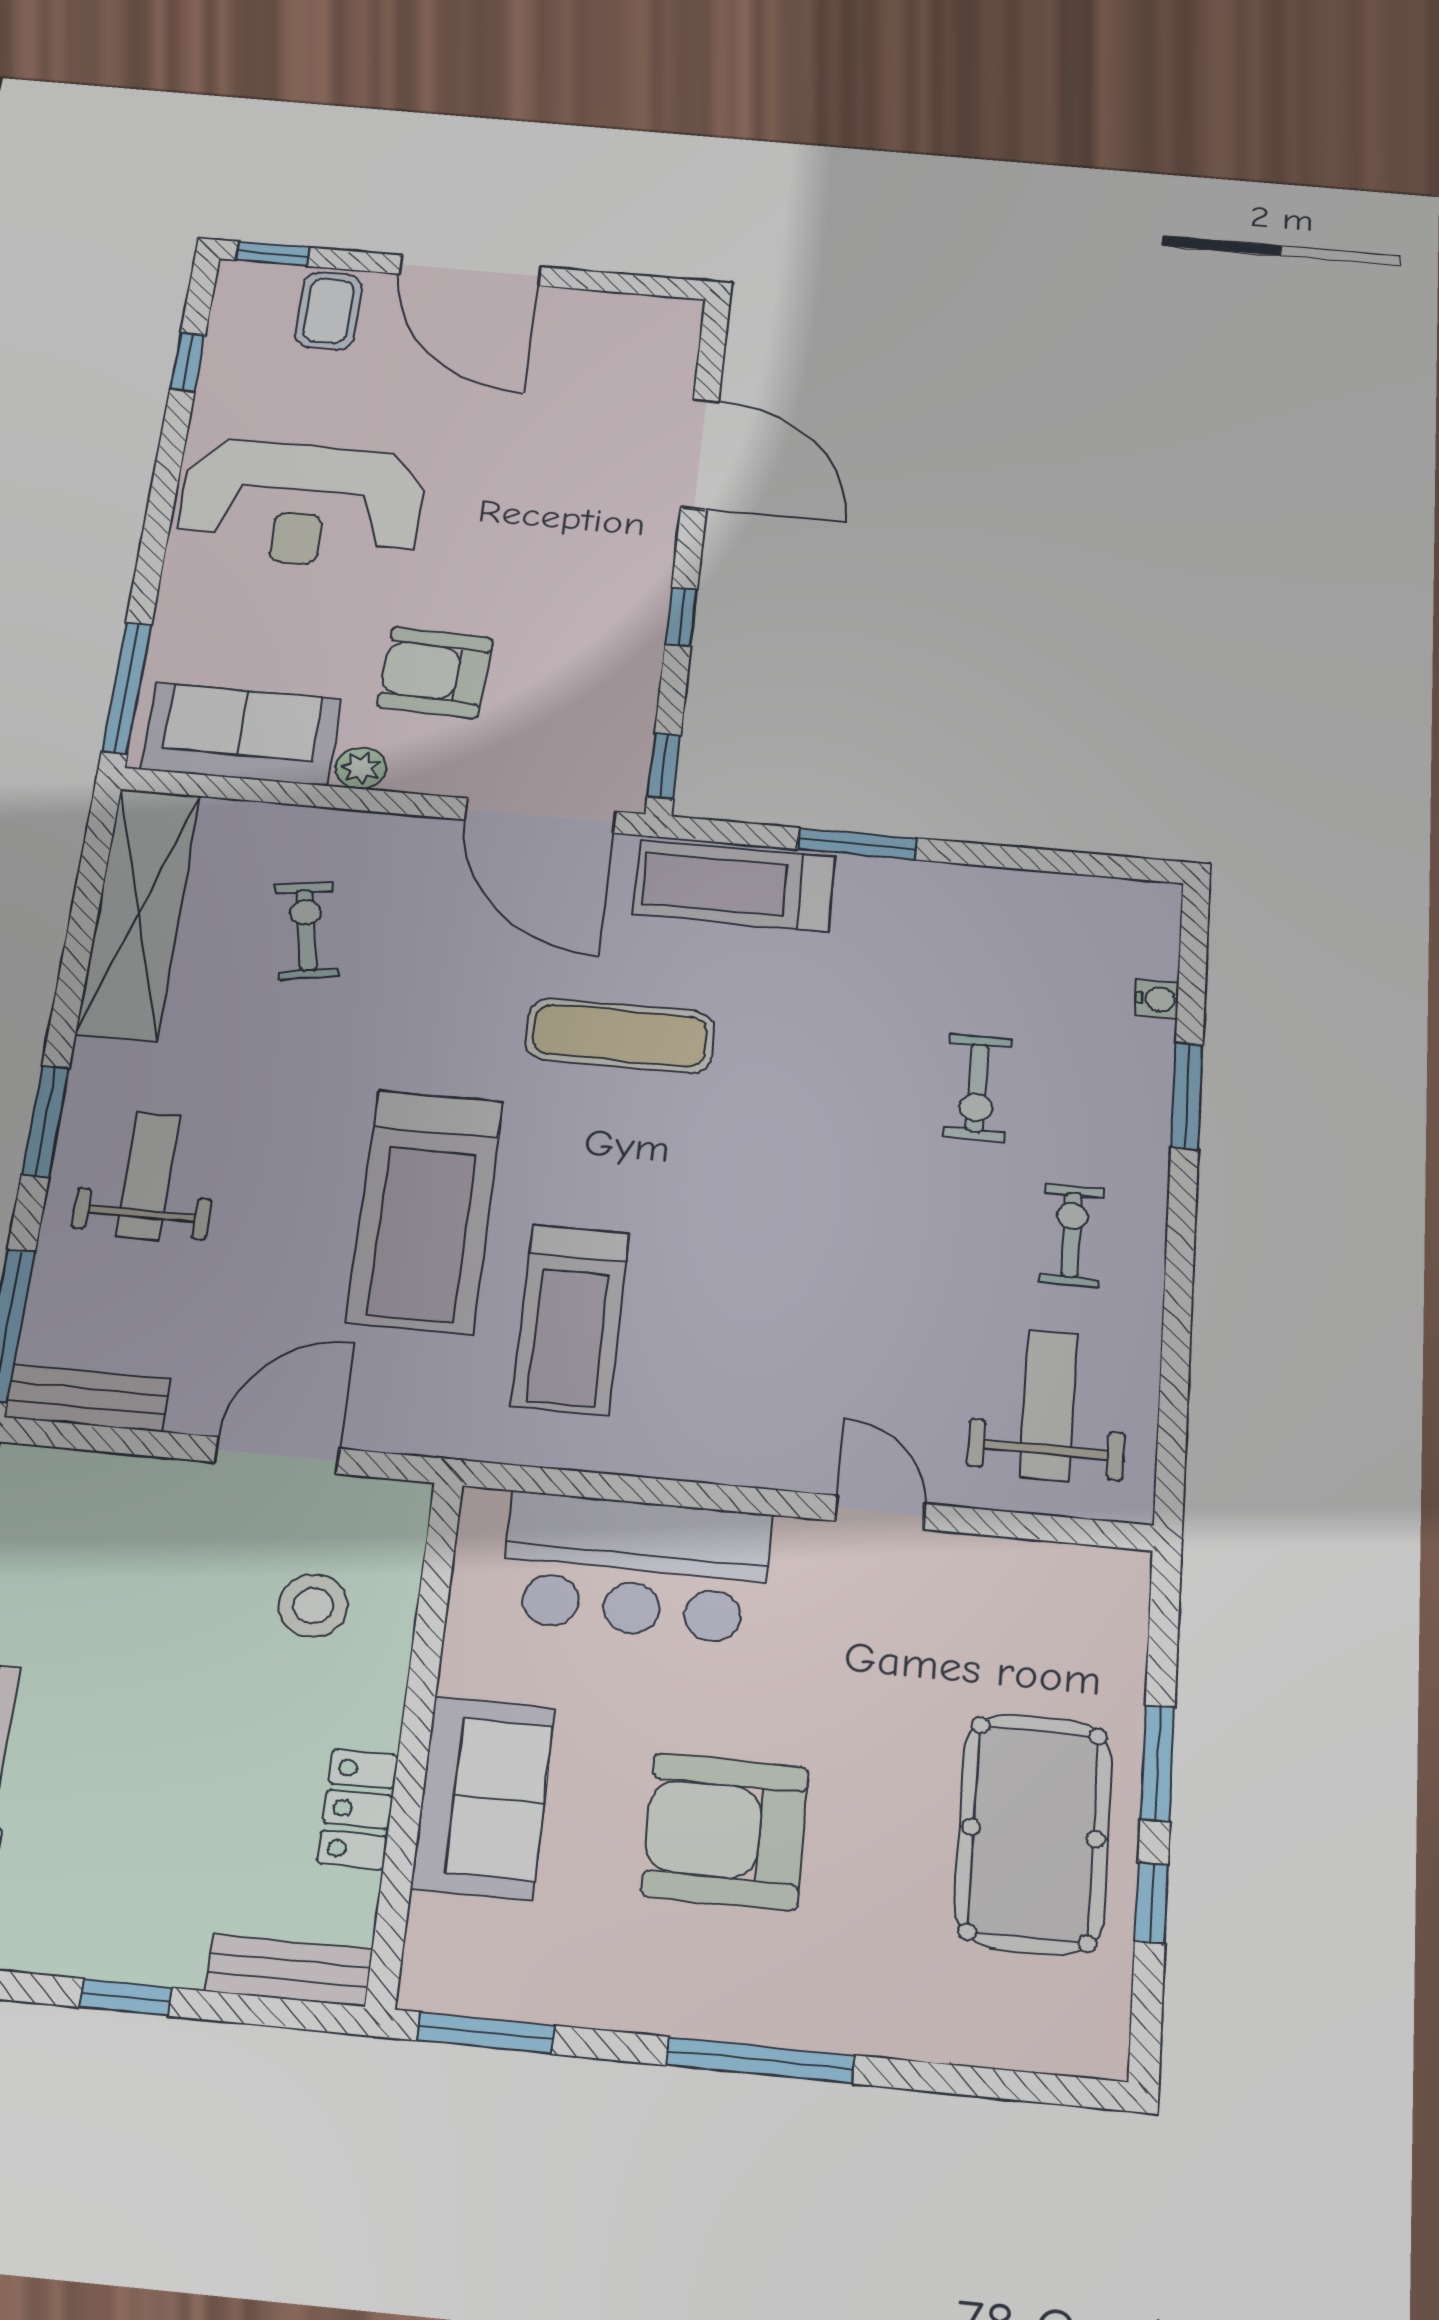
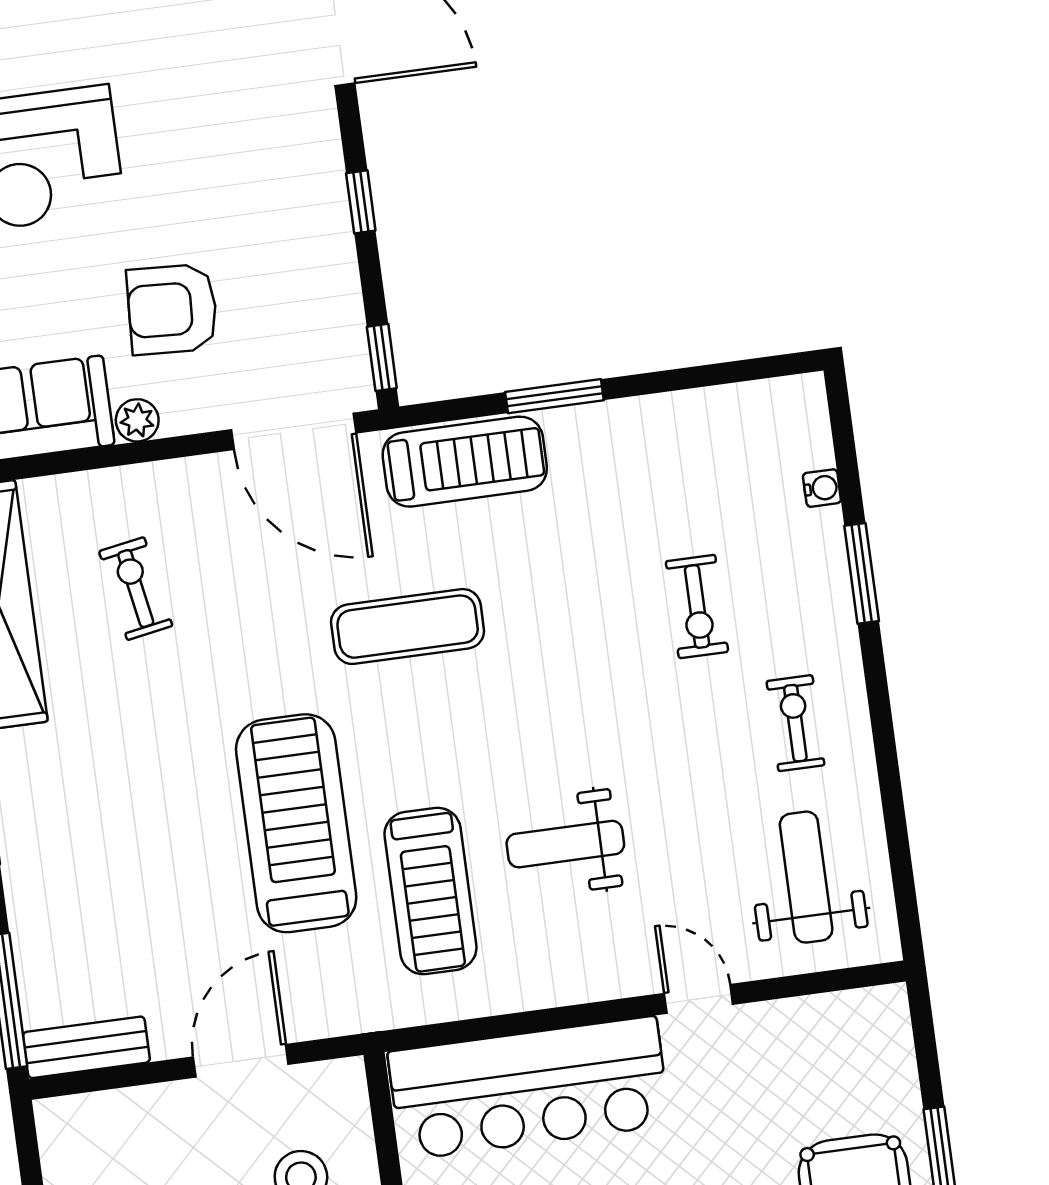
treadmill: (734, 886) -> (465, 462), turned 180
weight bench: (148, 1176) -> (565, 844), moved, turned -90
treadmill: (425, 1211) -> (296, 823), turned 180
bar counter: (636, 1567) -> (529, 1088), width x1.36

